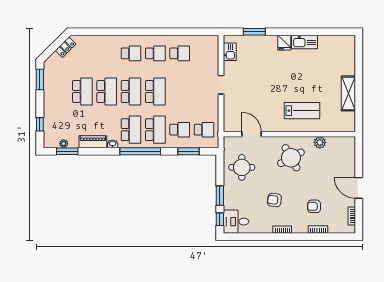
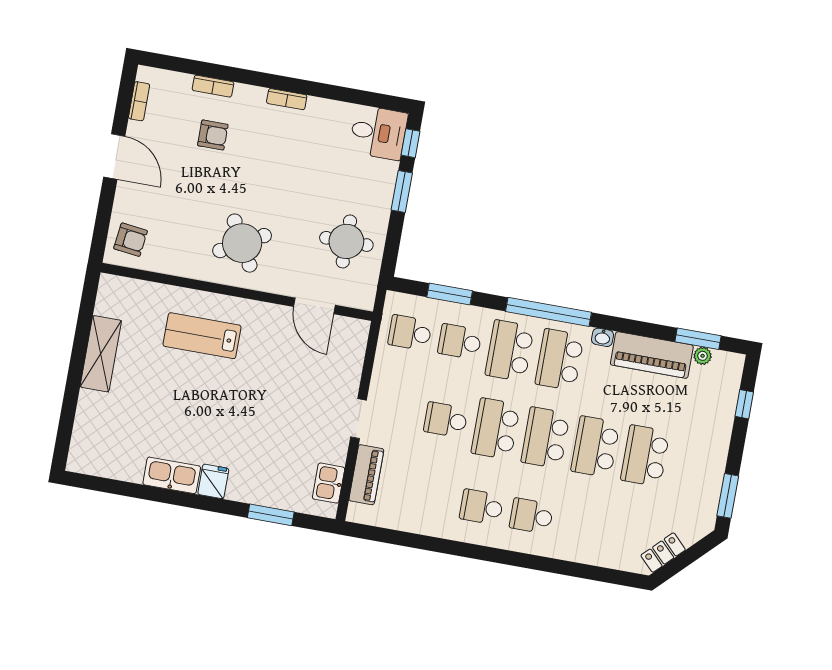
school desk: (180, 53) -> (446, 420), moved
piano: (213, 59) -> (366, 475), added
piano: (93, 142) -> (652, 355), width x1.37, depth x1.33
plant: (320, 142) -> (177, 264), removed
armchair: (274, 200) -> (131, 240), moved

